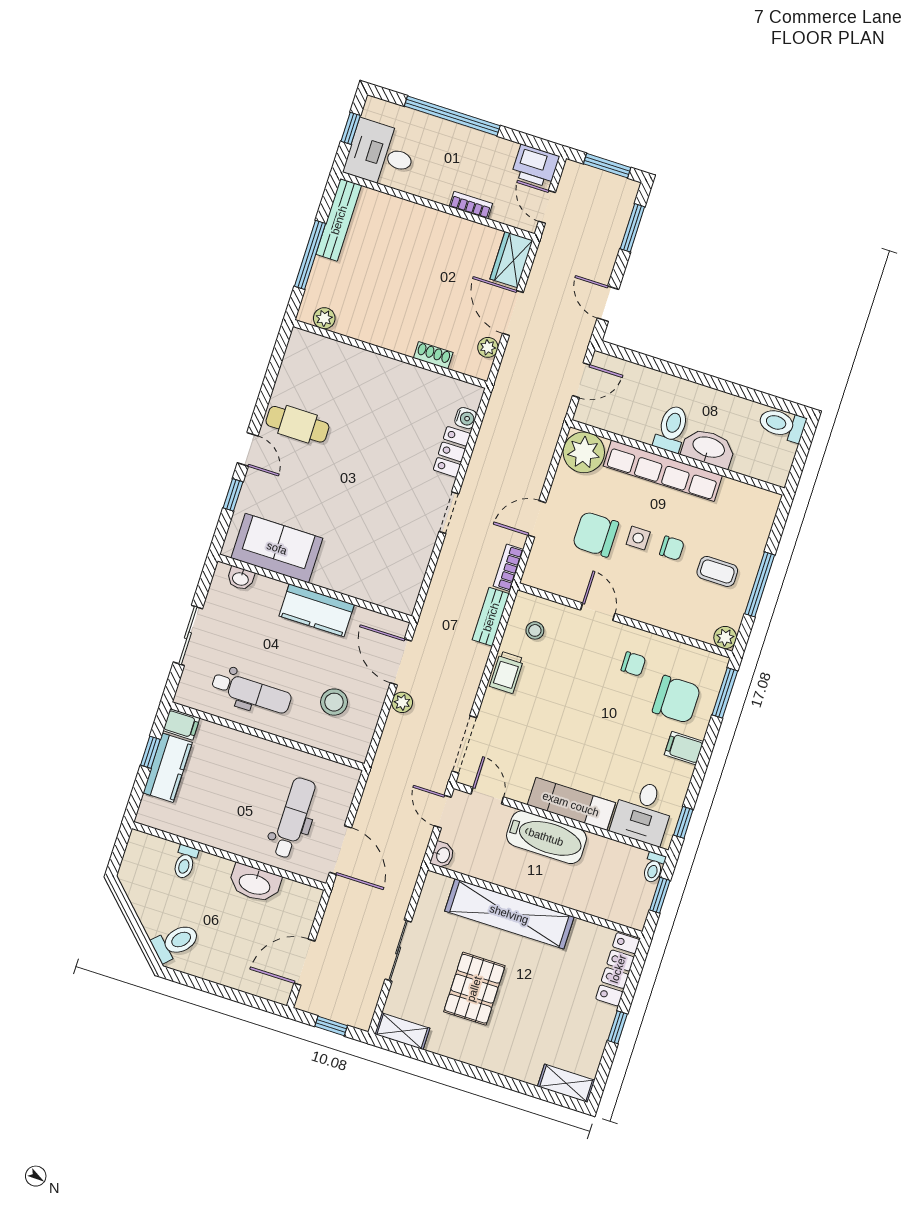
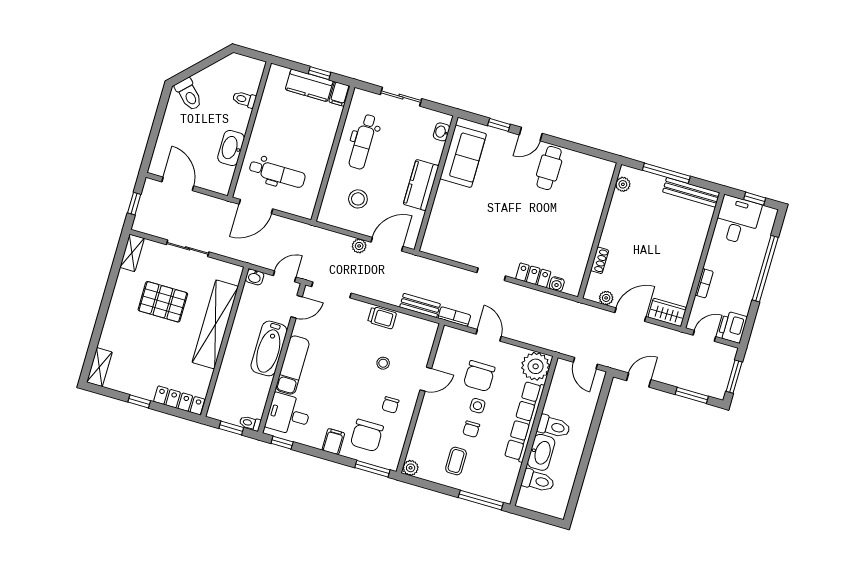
toilet: (782, 424) -> (538, 481), moved, turned 90
chair: (596, 534) -> (479, 376), turned 180
window: (760, 584) -> (481, 500), moved
stool: (535, 630) -> (383, 363), moved
trolley: (507, 672) -> (382, 318), turned 180

